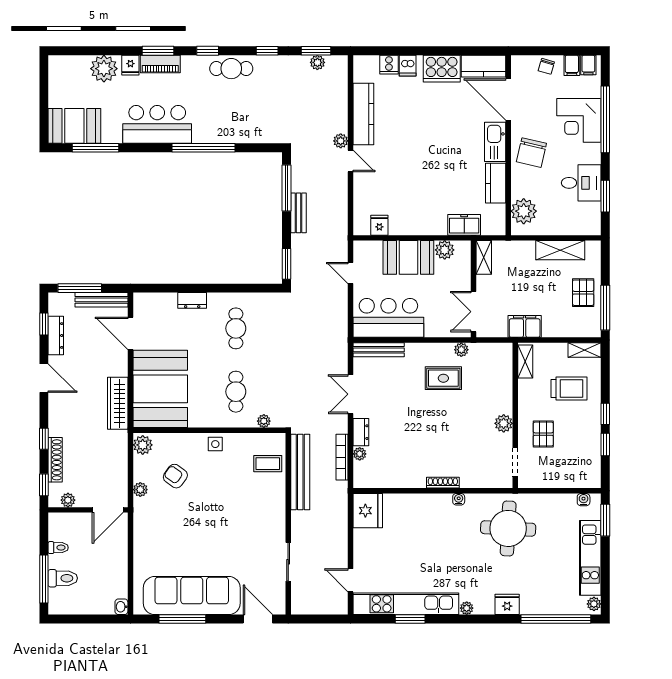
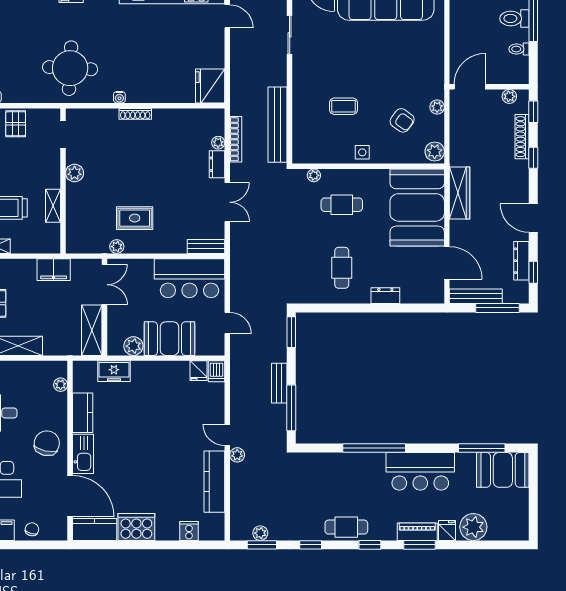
dishwasher: (408, 66) -> (217, 371), moved, turned 180
plant: (524, 211) -> (61, 385), width x0.53, depth x0.53
shelving: (484, 257) -> (92, 330), width x1.50, depth x1.33
bench: (379, 350) -> (206, 246), width x0.73
shelving: (525, 362) -> (53, 206), moved
cafe table: (236, 392) -> (342, 205), turned 90
pallet: (543, 434) -> (16, 124), moved
coffee table: (268, 464) -> (343, 106), moved

